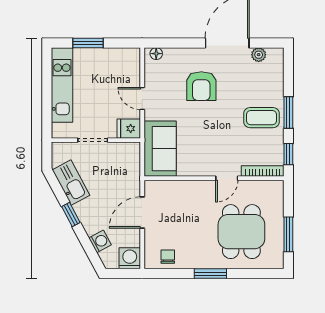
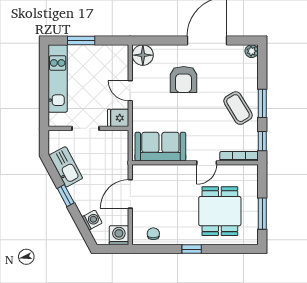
floor lamp: (156, 54) -> (143, 55), width x1.89, depth x1.89
plant: (259, 55) -> (252, 51), moved
coffee table: (261, 118) -> (238, 108), turned 59
sofa: (160, 149) -> (160, 147), moved, turned -90
window: (210, 274) -> (192, 249), width x0.67

